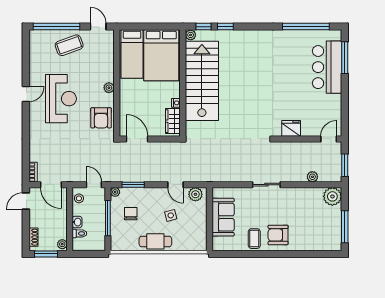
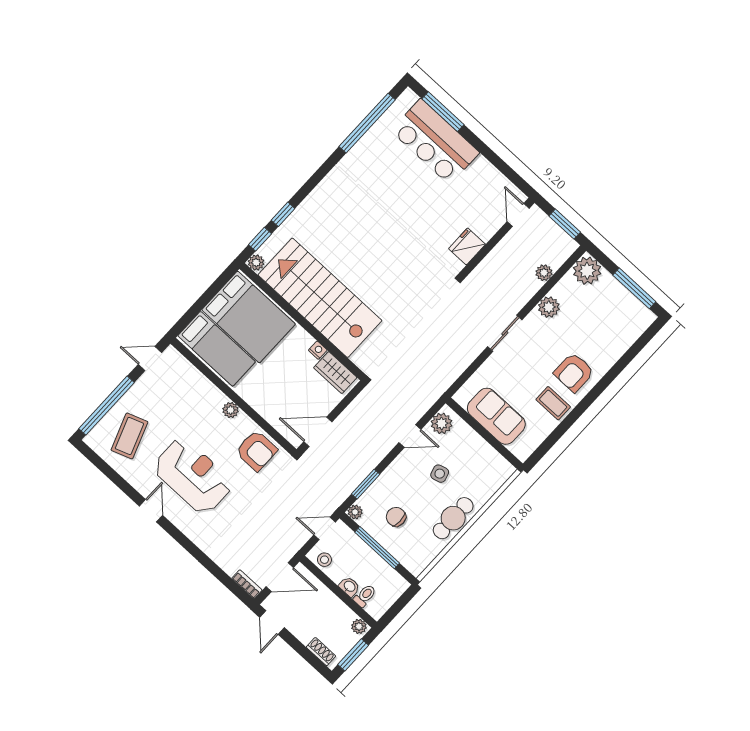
coffee table: (69, 45) -> (129, 436), moved
plant: (298, 194) -> (549, 307), added

